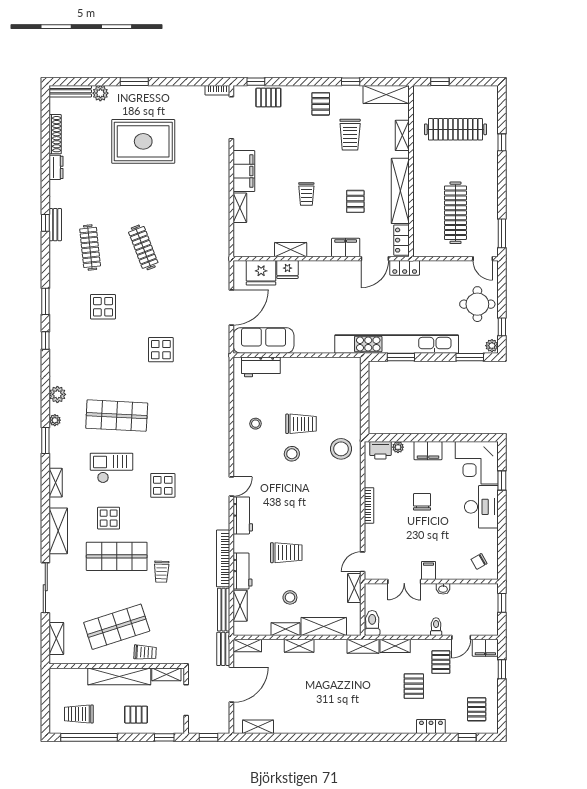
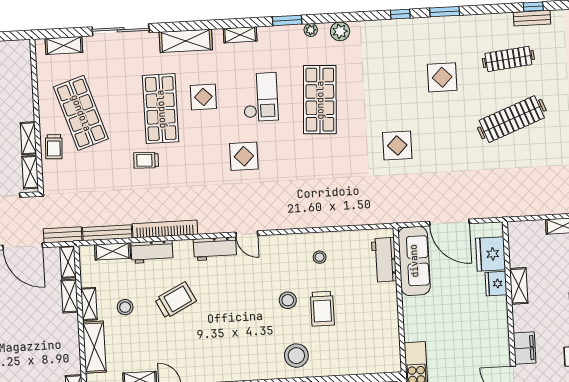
clothes rail: (143, 247) -> (512, 119), width x1.37, depth x1.31
trolley: (286, 553) -> (176, 300), turned -117
shelving: (299, 646) -> (70, 296), moved
shelving: (119, 676) -> (28, 138), width x0.45, depth x0.75

